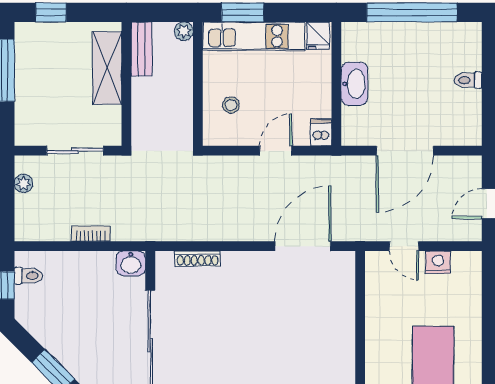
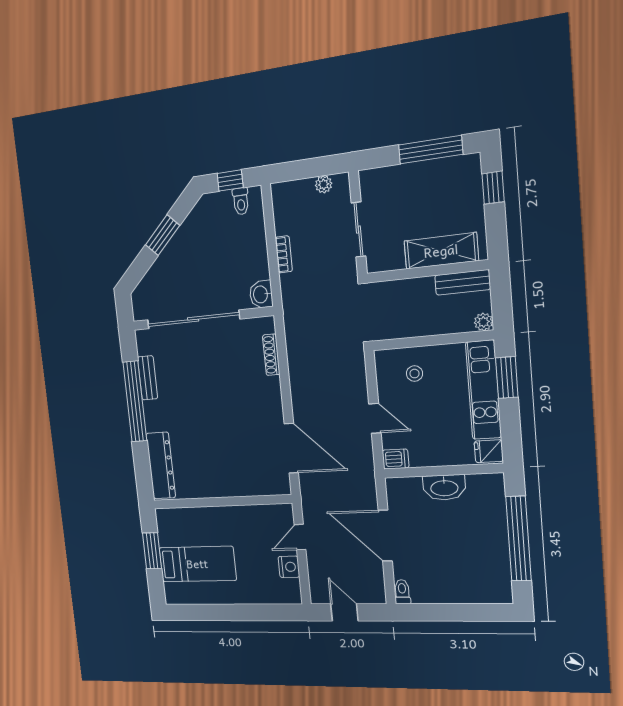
toilet: (468, 80) -> (402, 592), moved

